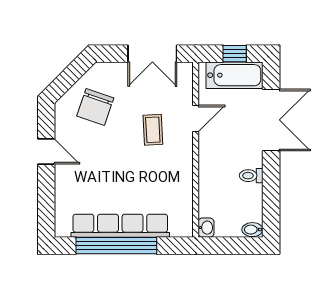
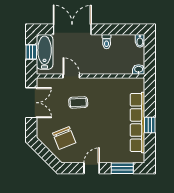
chair: (95, 107) -> (64, 138), turned 49
window: (46, 201) -> (122, 168), added
window: (116, 246) -> (150, 125), width x0.32

